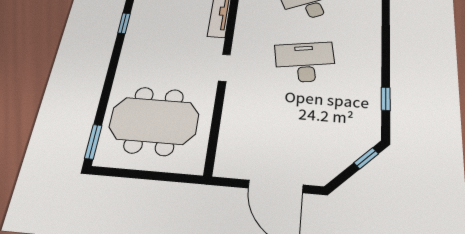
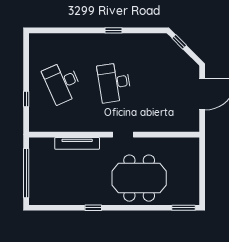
window: (386, 99) -> (113, 30), moved
meeting table: (154, 121) -> (139, 178), moved, turned 90

